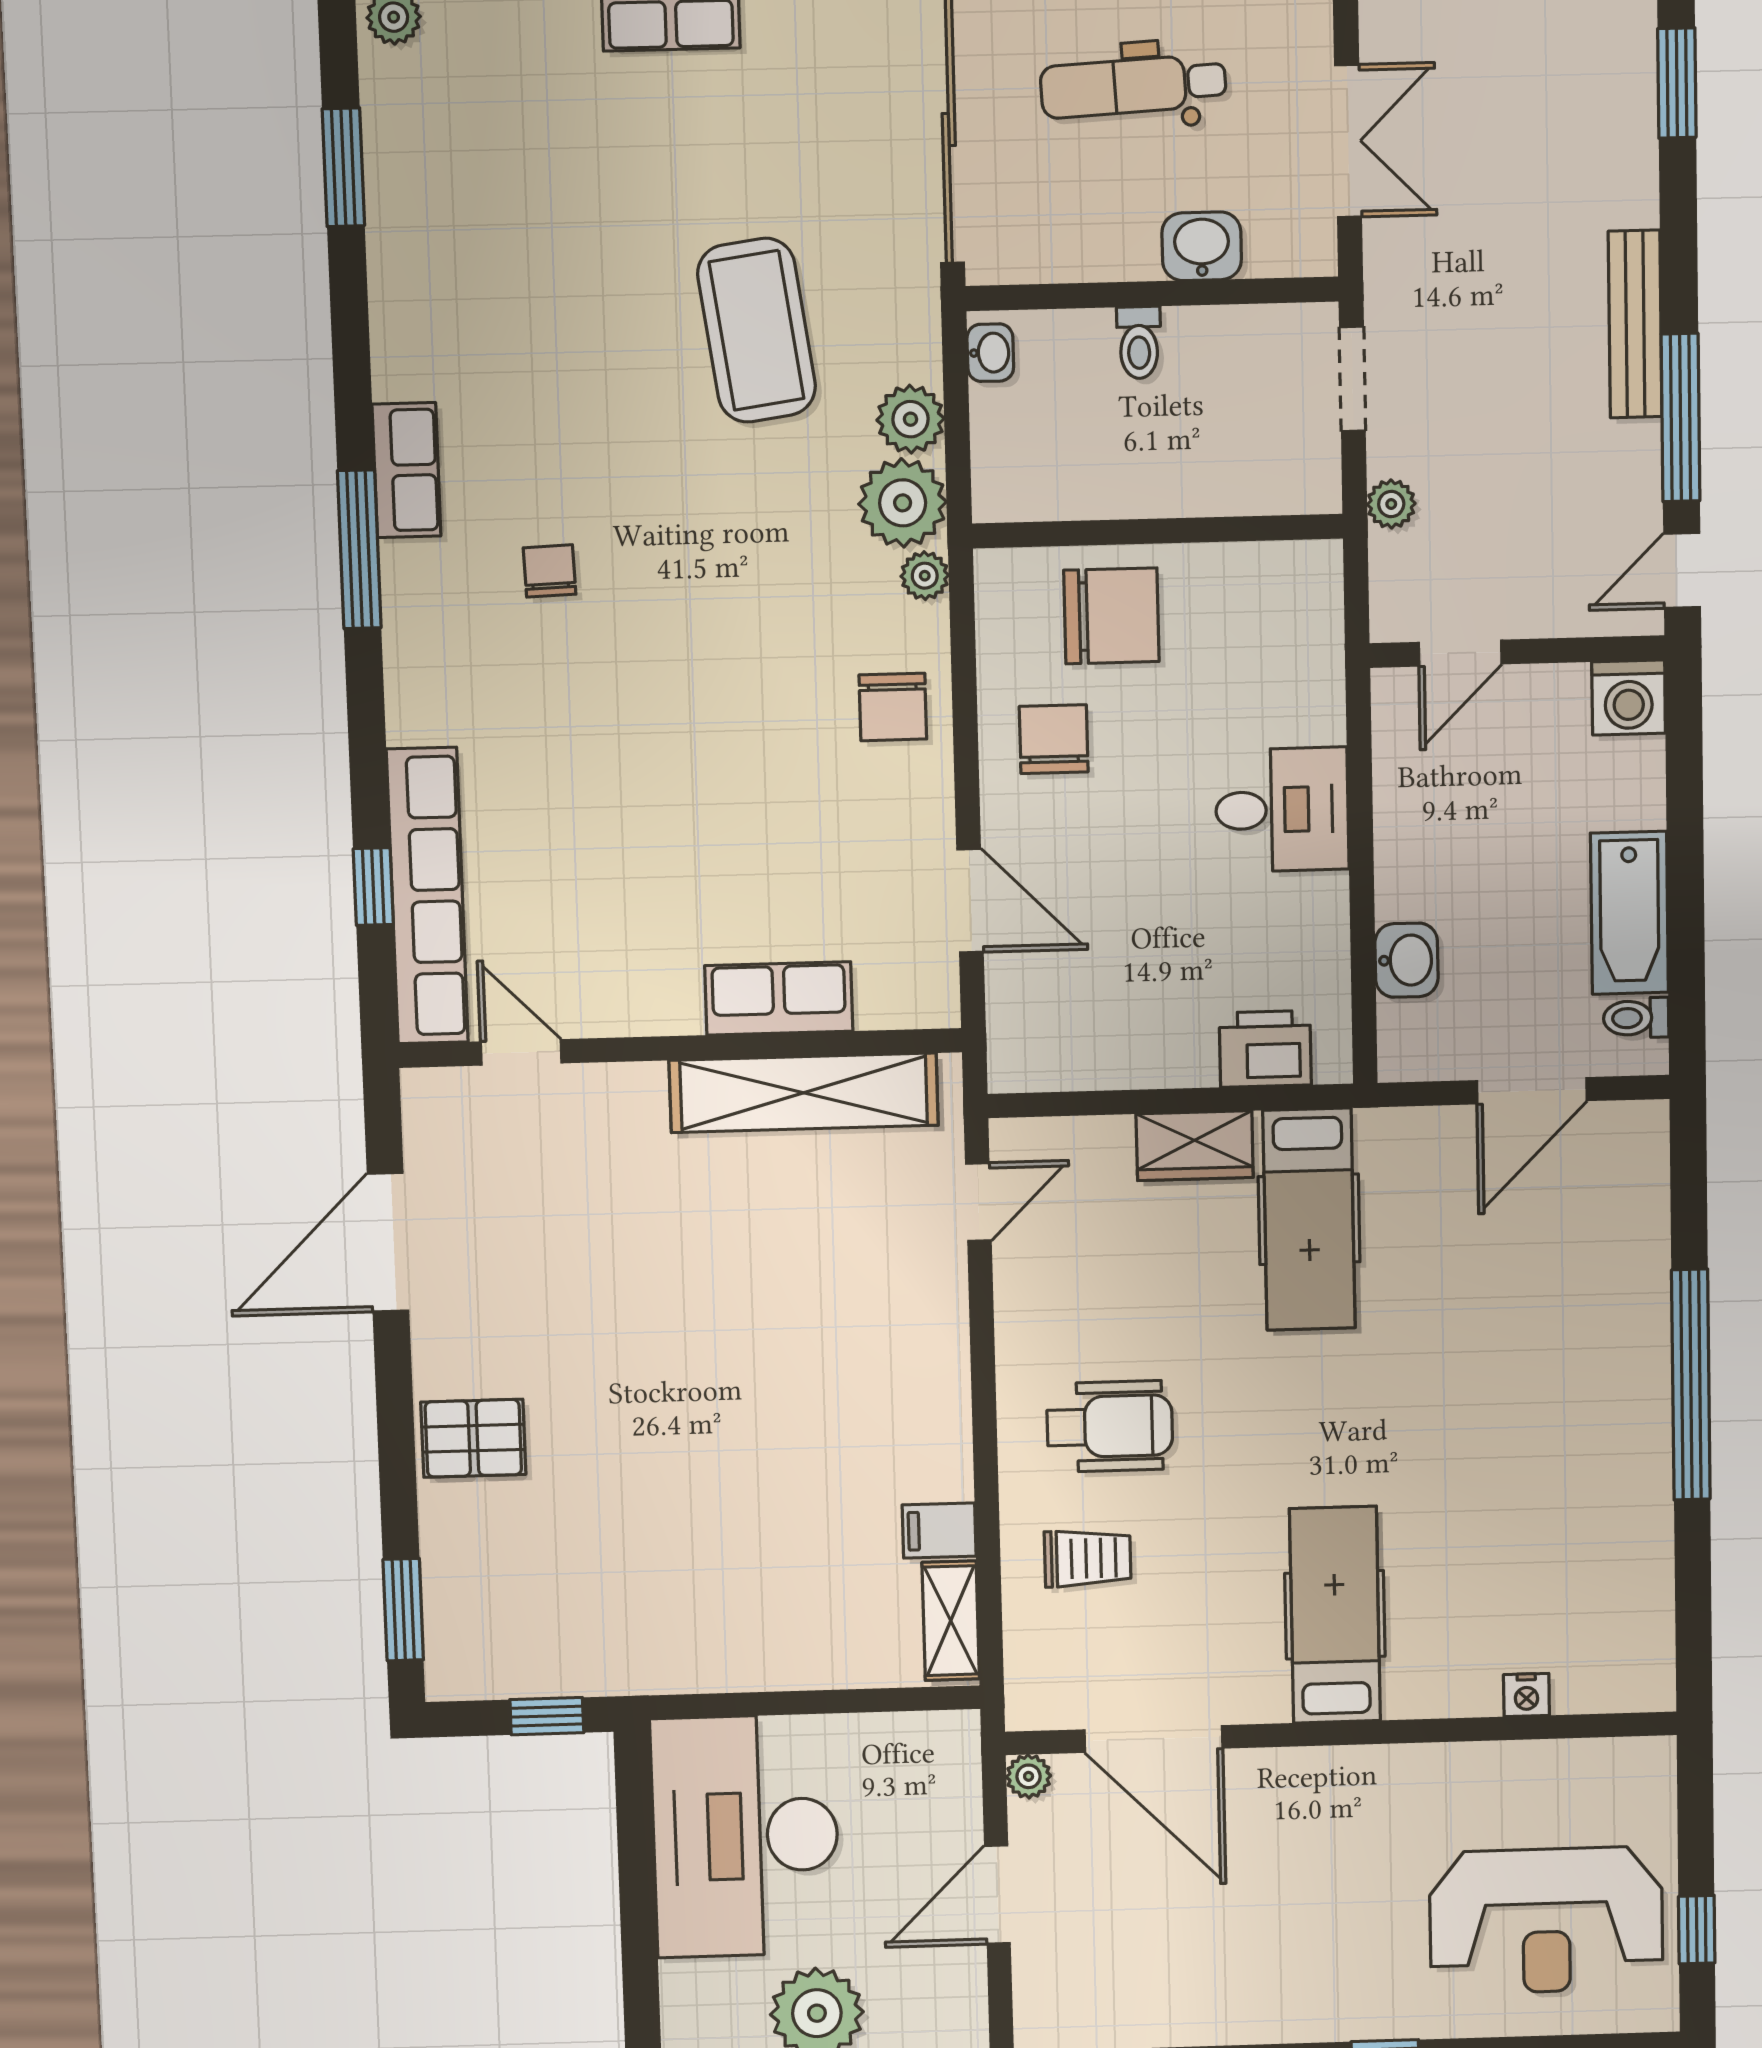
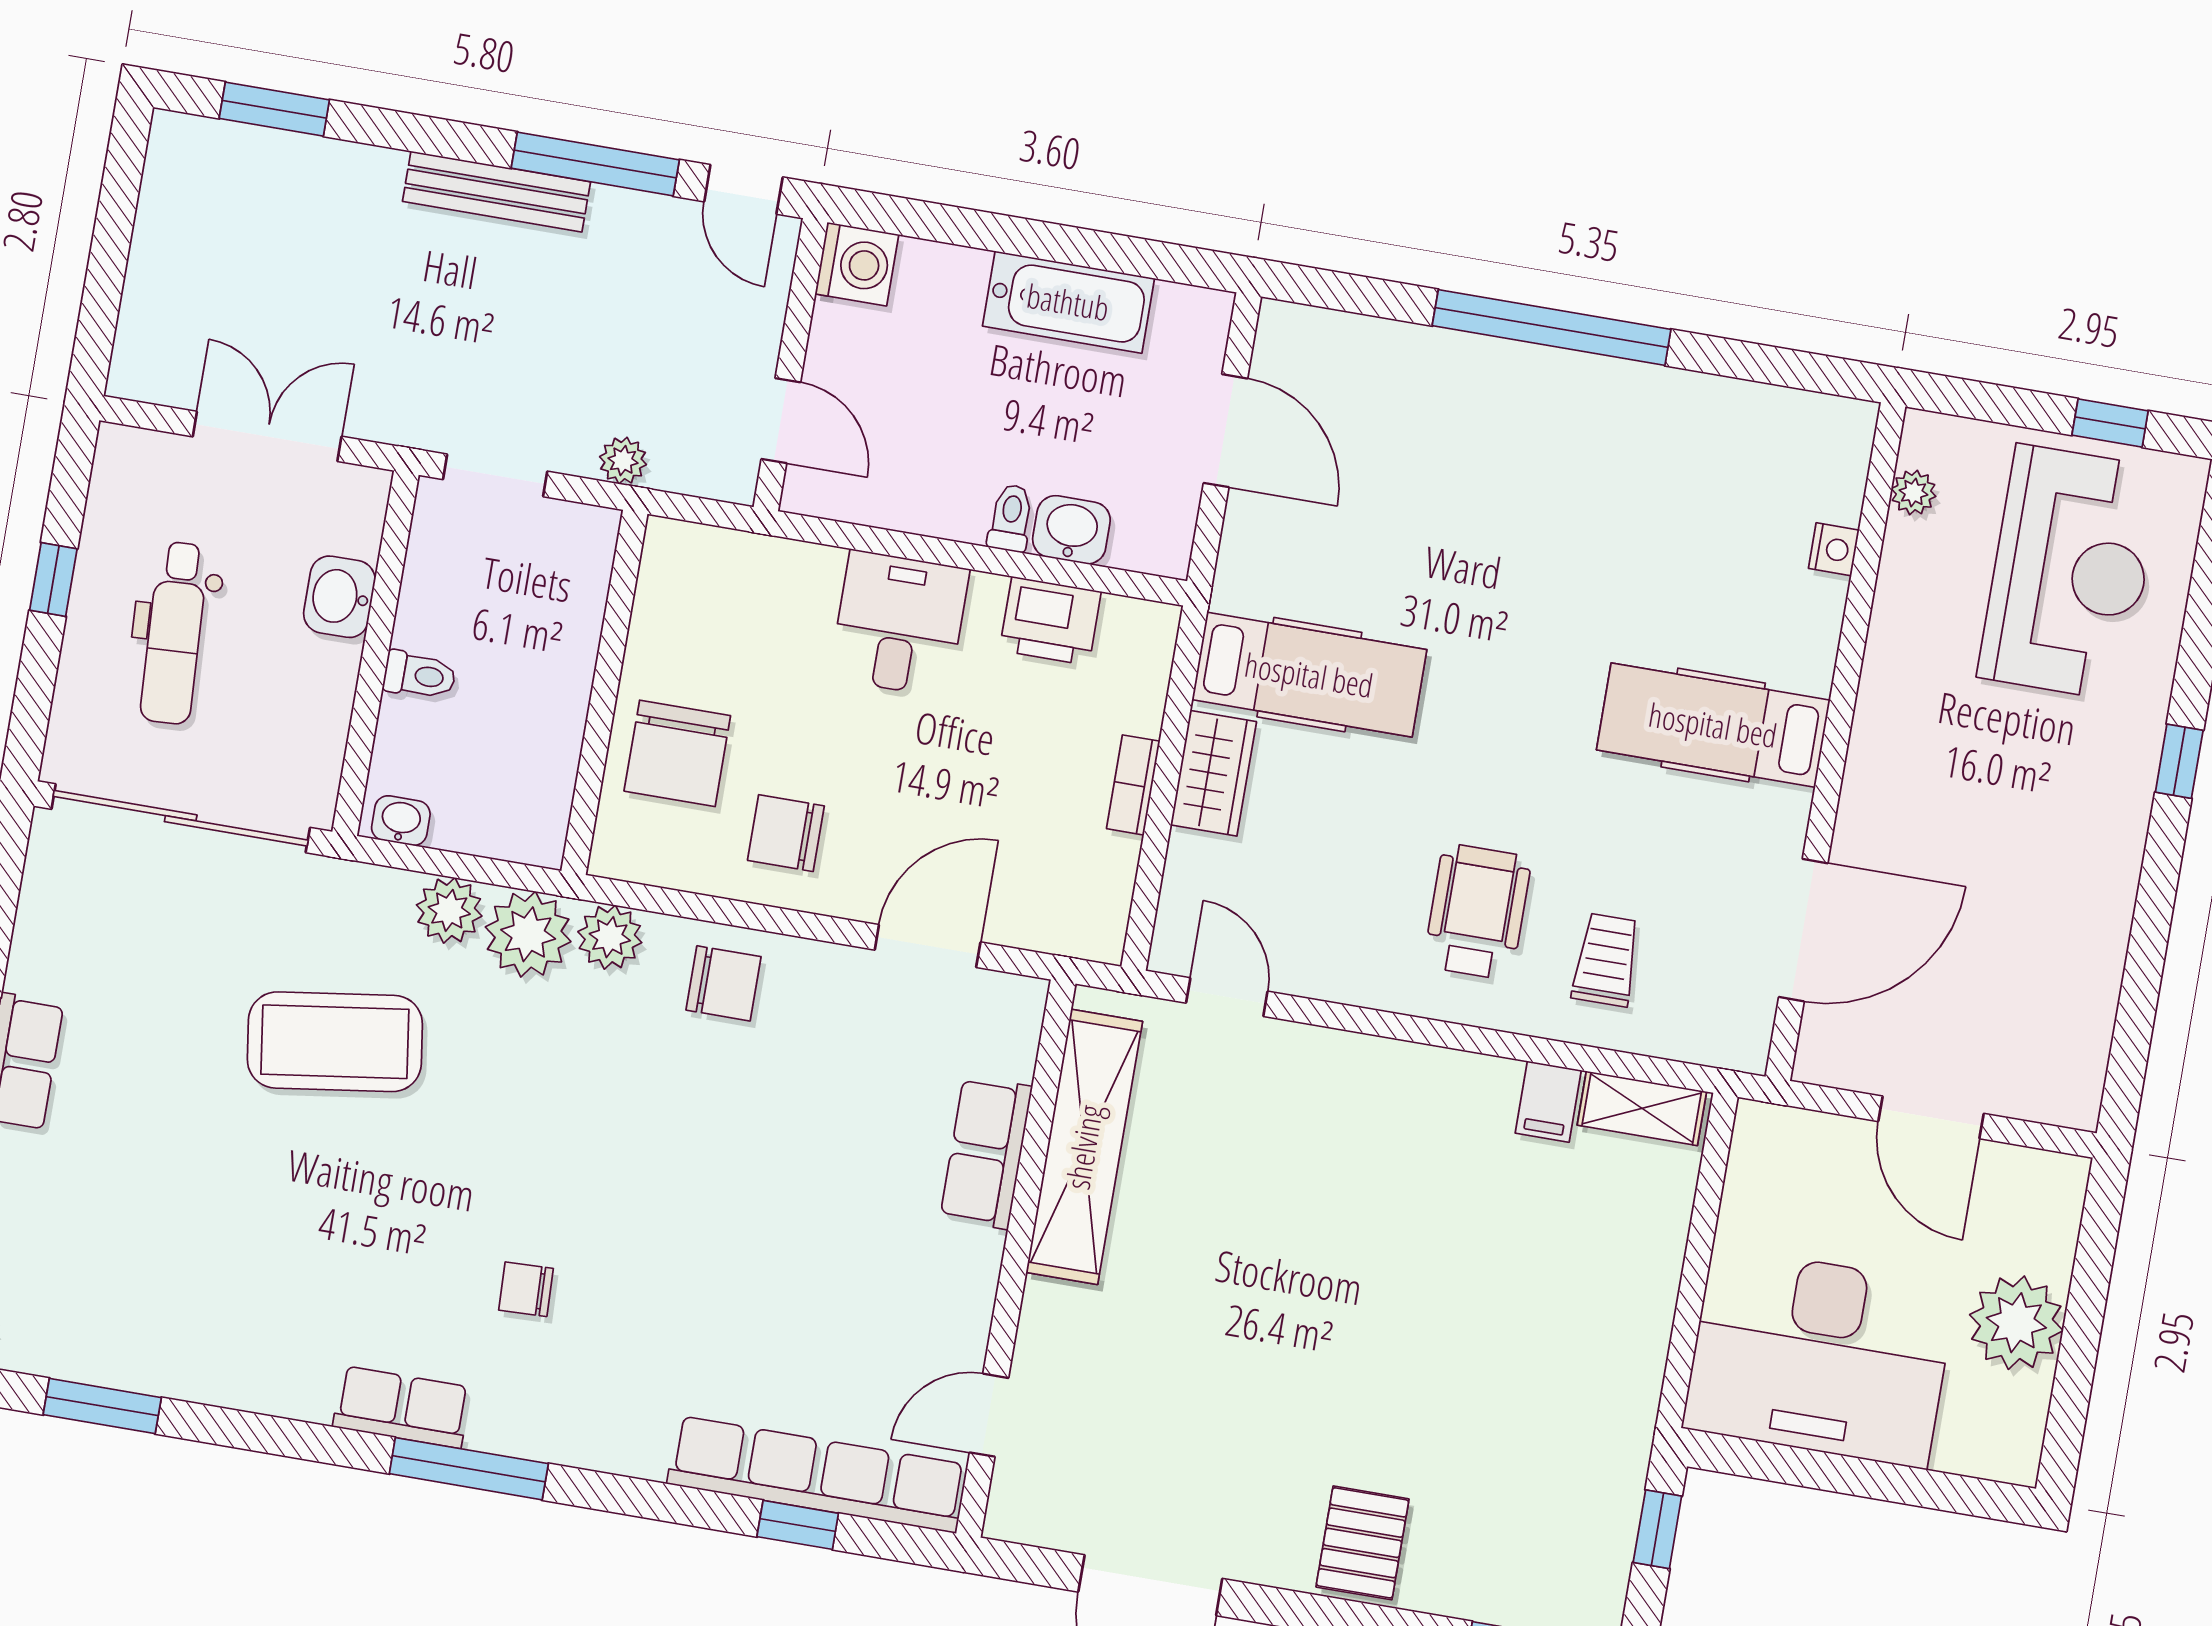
plant: (925, 576) -> (610, 937), width x1.38, depth x1.38
chair: (1111, 616) -> (677, 753), turned 180
toilet: (1636, 1018) -> (1011, 518), moved, turned 180
printer: (1265, 1049) -> (1050, 621), moved, turned -90
bookcase: (1168, 1070) -> (1133, 785), added
plant: (1029, 1776) -> (1914, 492), moved

